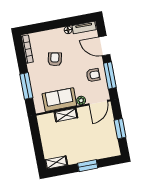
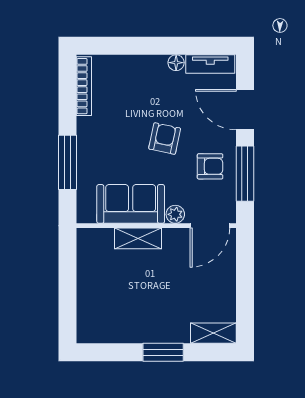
armchair: (55, 59) -> (165, 139), moved
window: (120, 129) -> (245, 288), removed
shelving: (56, 162) -> (213, 333), moved

